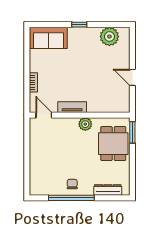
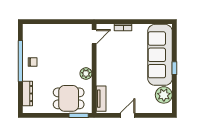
sofa: (48, 38) -> (160, 55), width x1.85, depth x1.27
tv unit: (72, 107) -> (101, 99), moved

